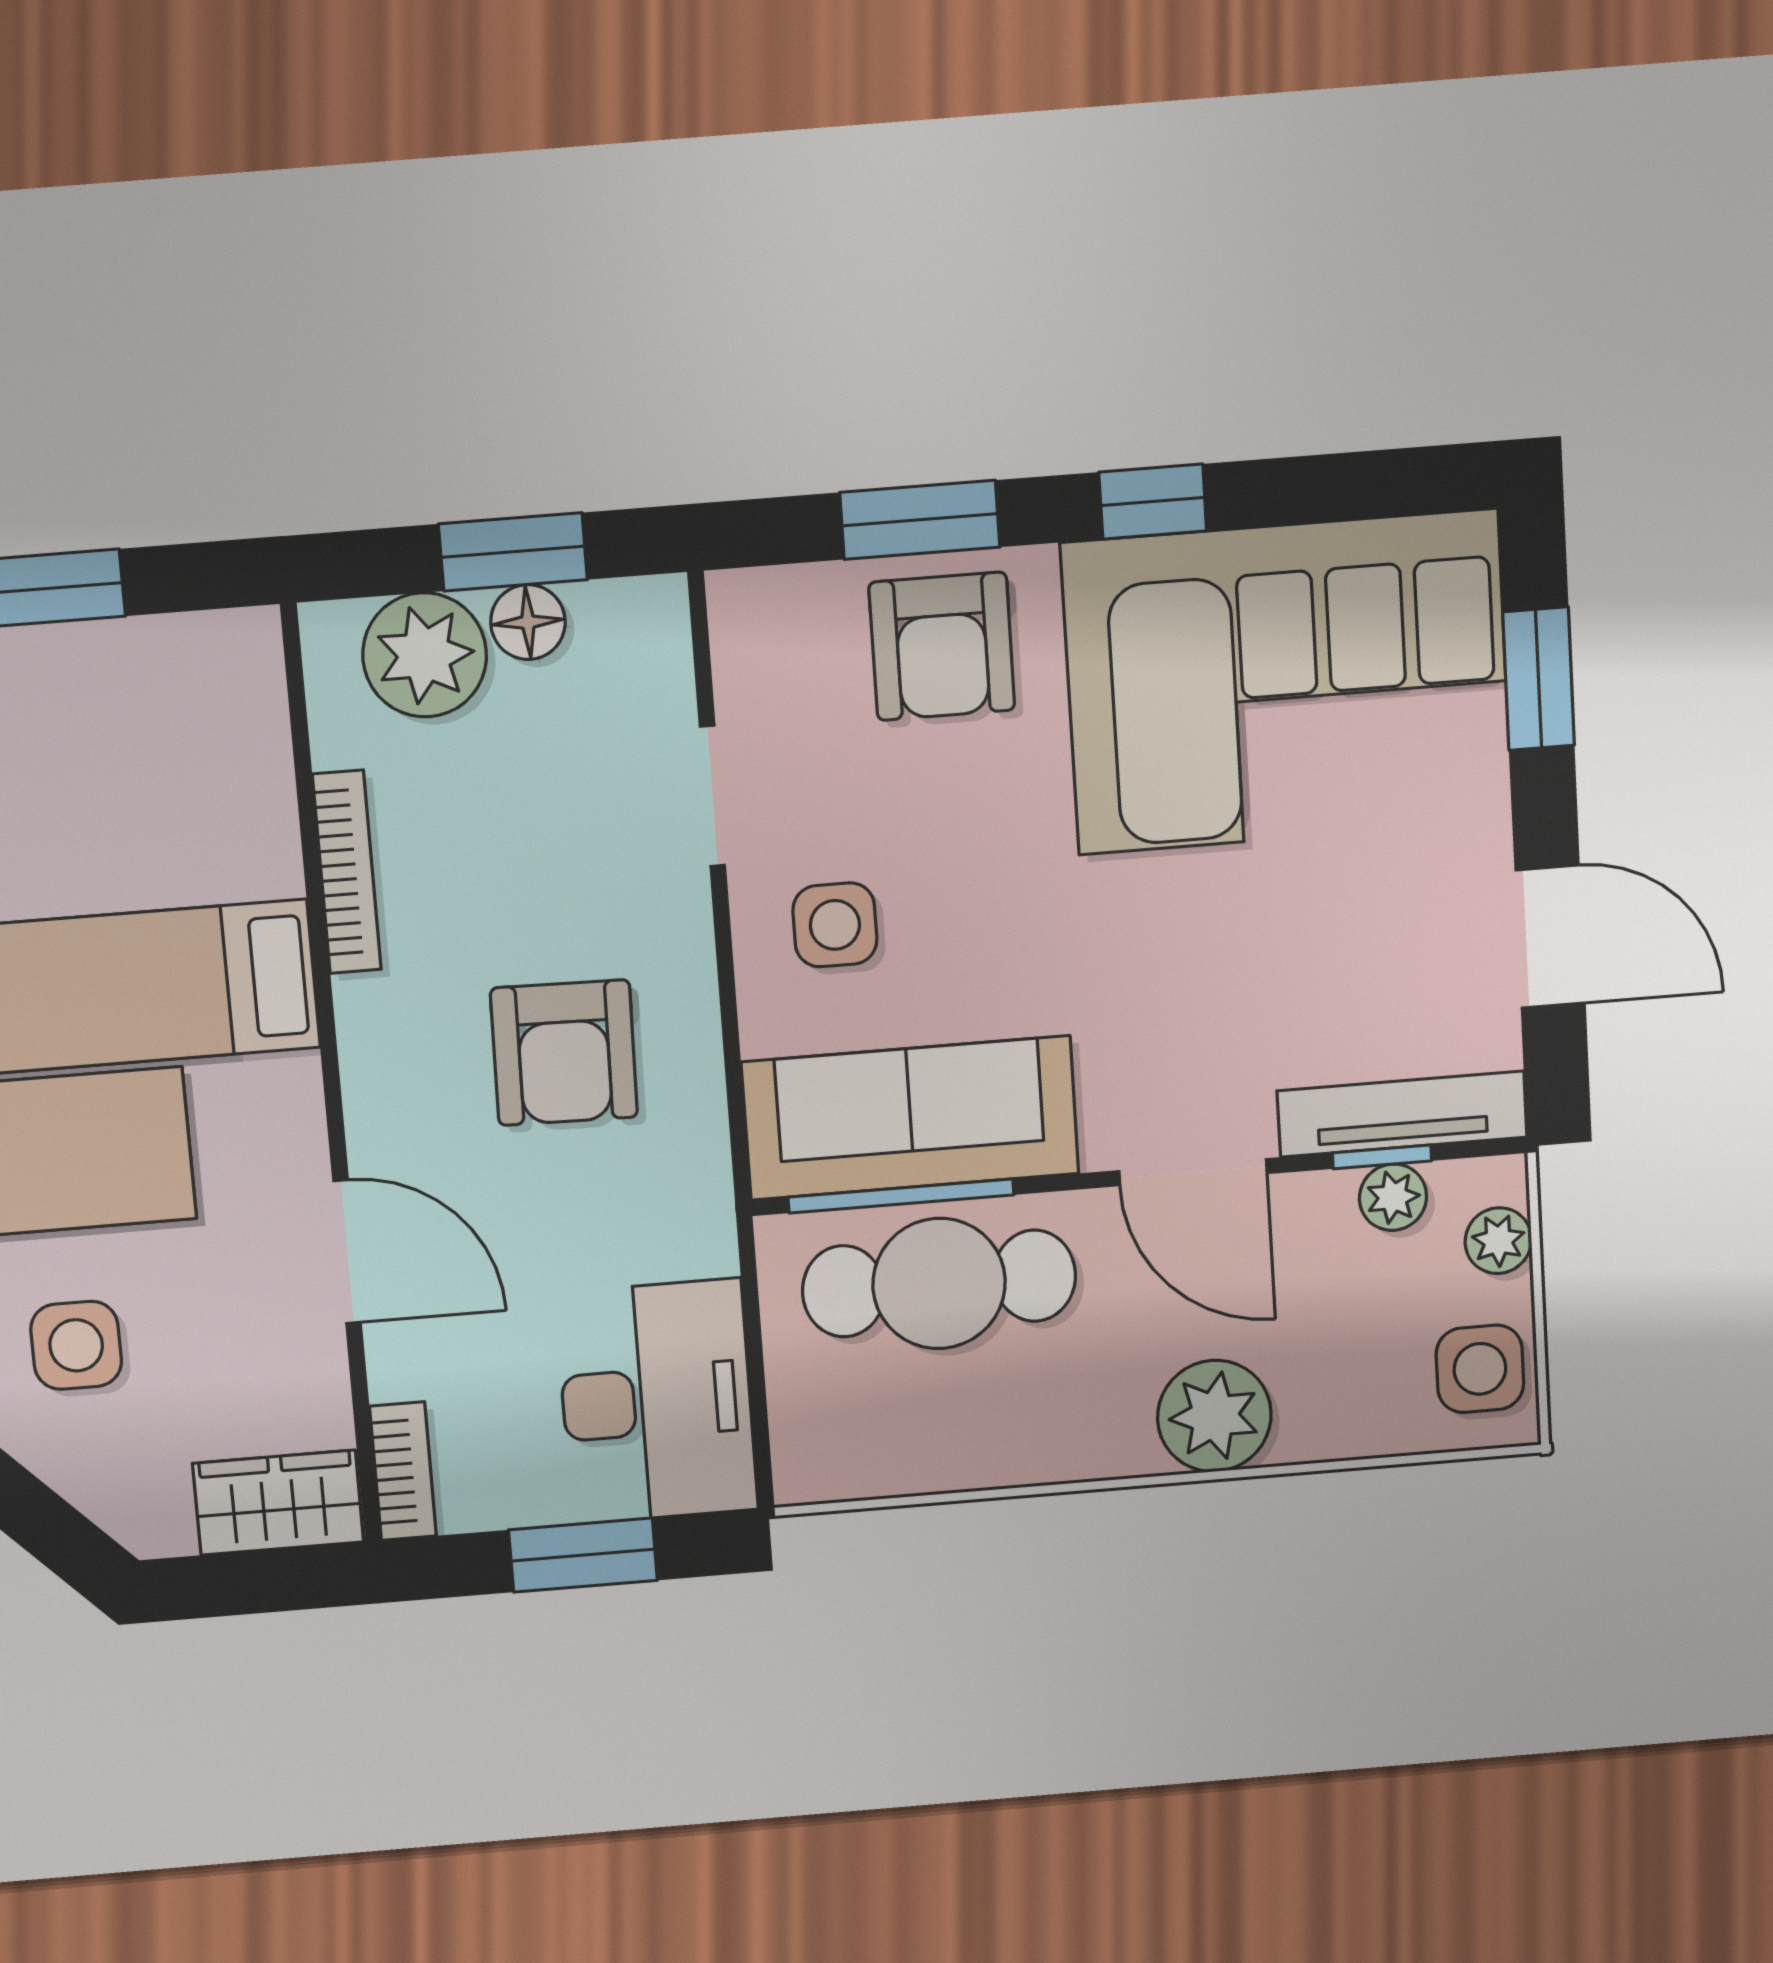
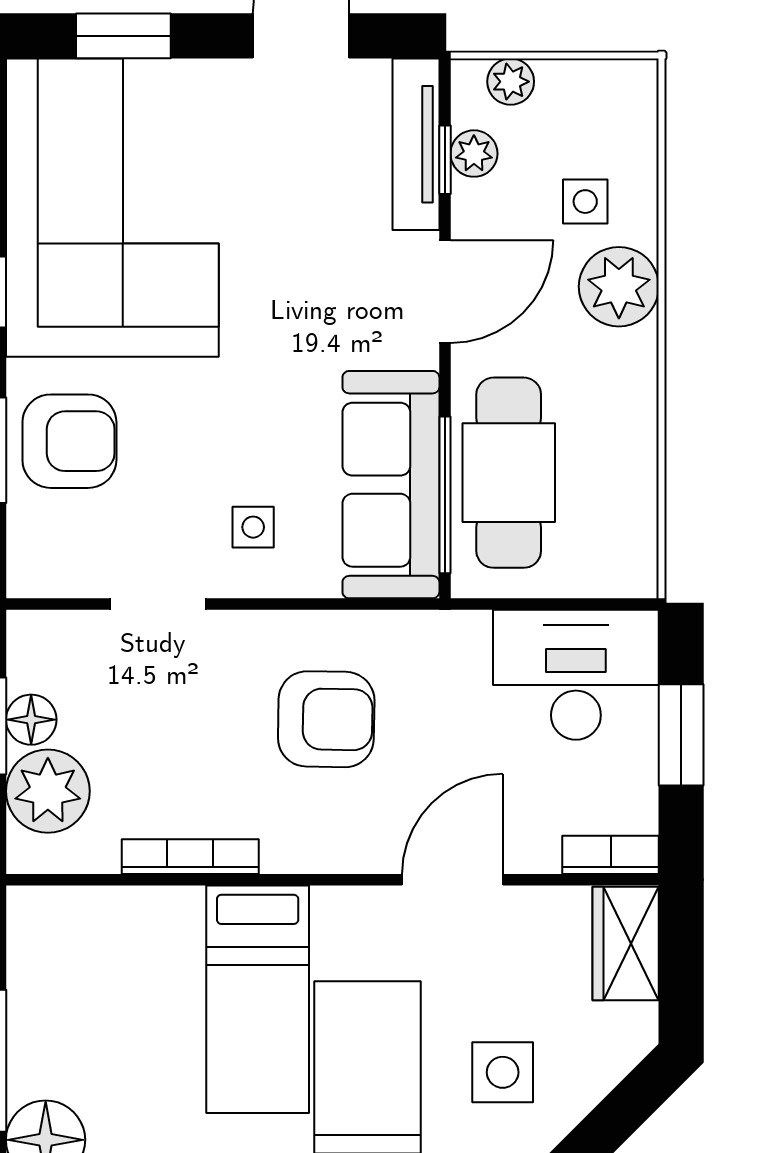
side table: (835, 925) -> (253, 527), width x0.73, depth x0.73
side table: (1480, 1369) -> (585, 202), moved, width x0.73, depth x0.73

